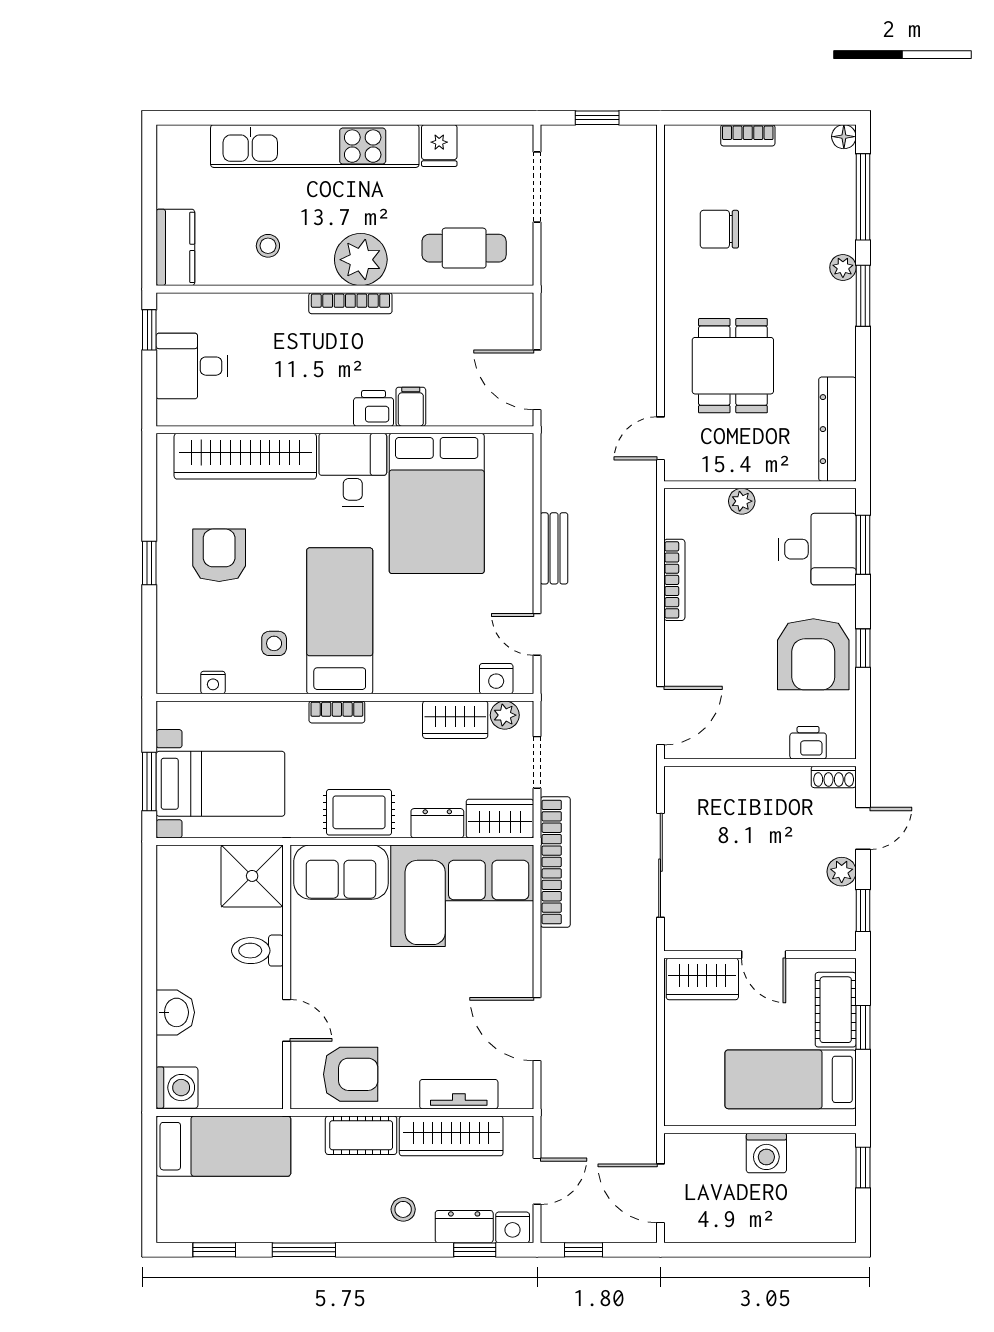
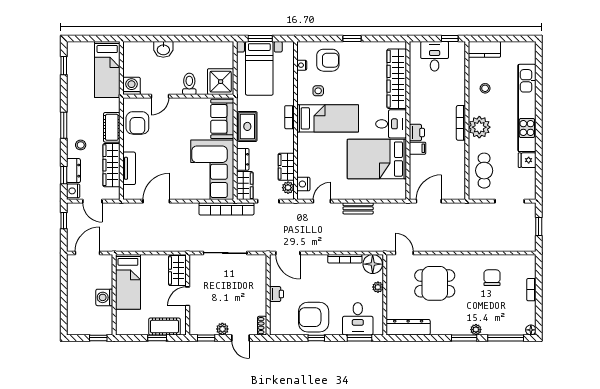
floor lamp: (687, 514) -> (373, 264), added
armchair: (219, 555) -> (328, 60), moved
printer: (808, 743) -> (277, 294), moved
bed: (791, 1079) -> (128, 282), moved, turned 180
washing machine: (177, 1088) -> (132, 86), moved, turned 180
window: (304, 1250) -> (64, 125), moved

